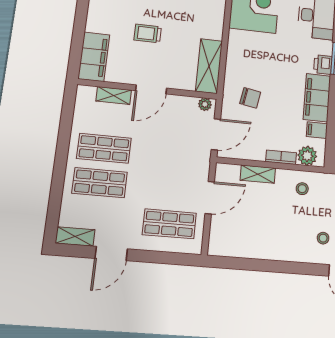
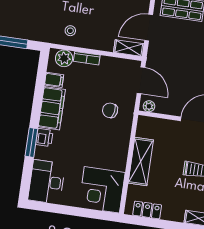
shelving: (209, 66) -> (141, 162), moved
door: (216, 134) -> (141, 80), swing flipped
shelving: (258, 174) -> (129, 48), moved

